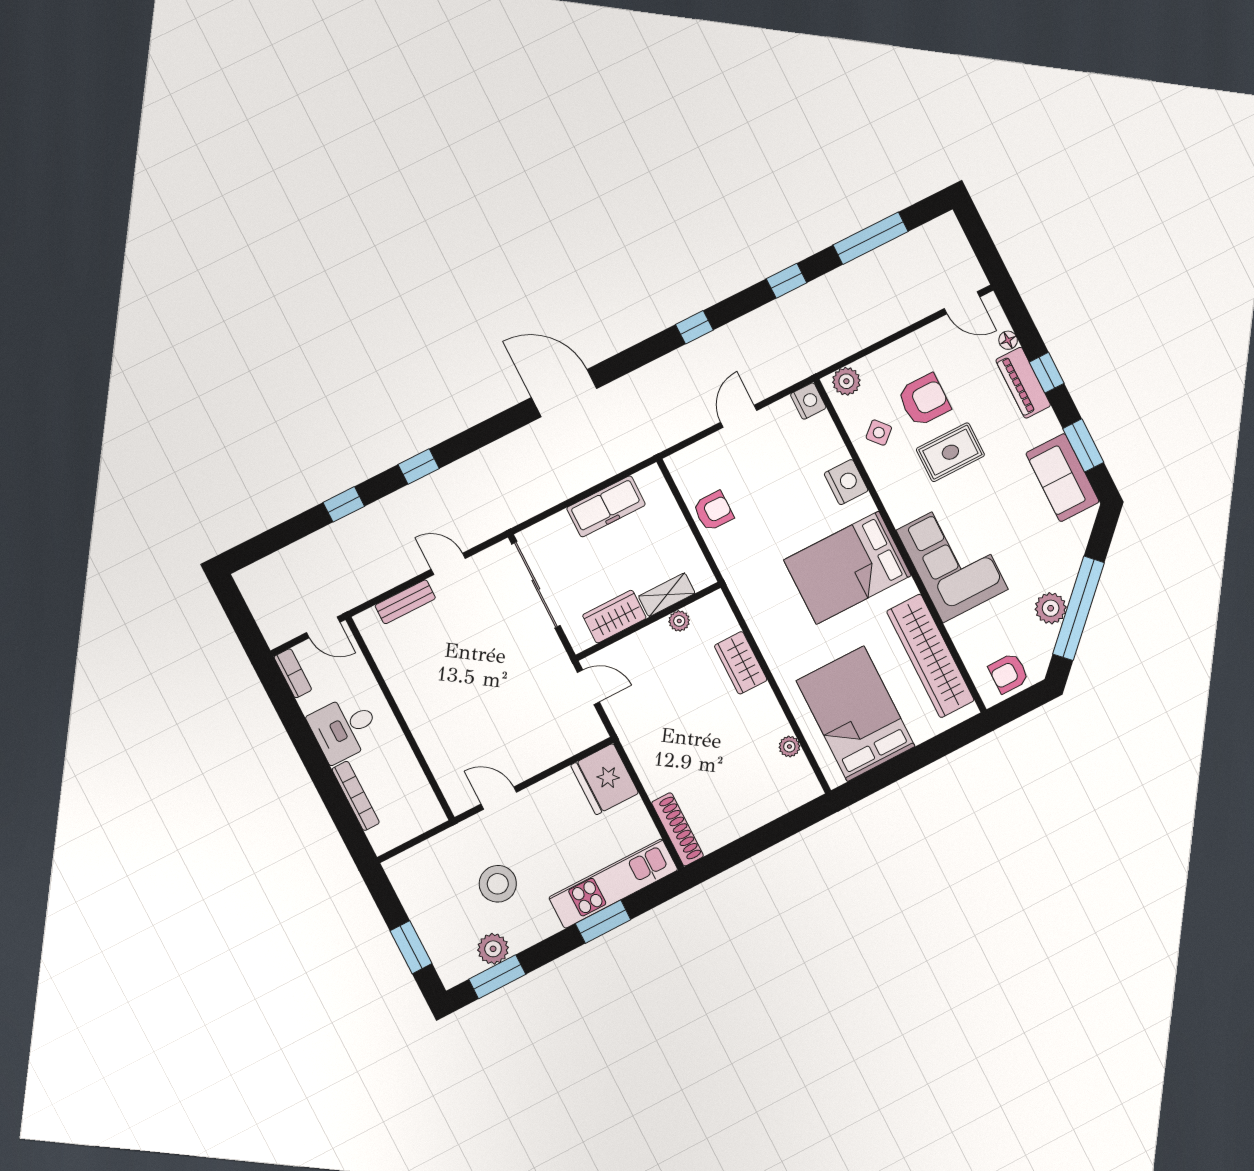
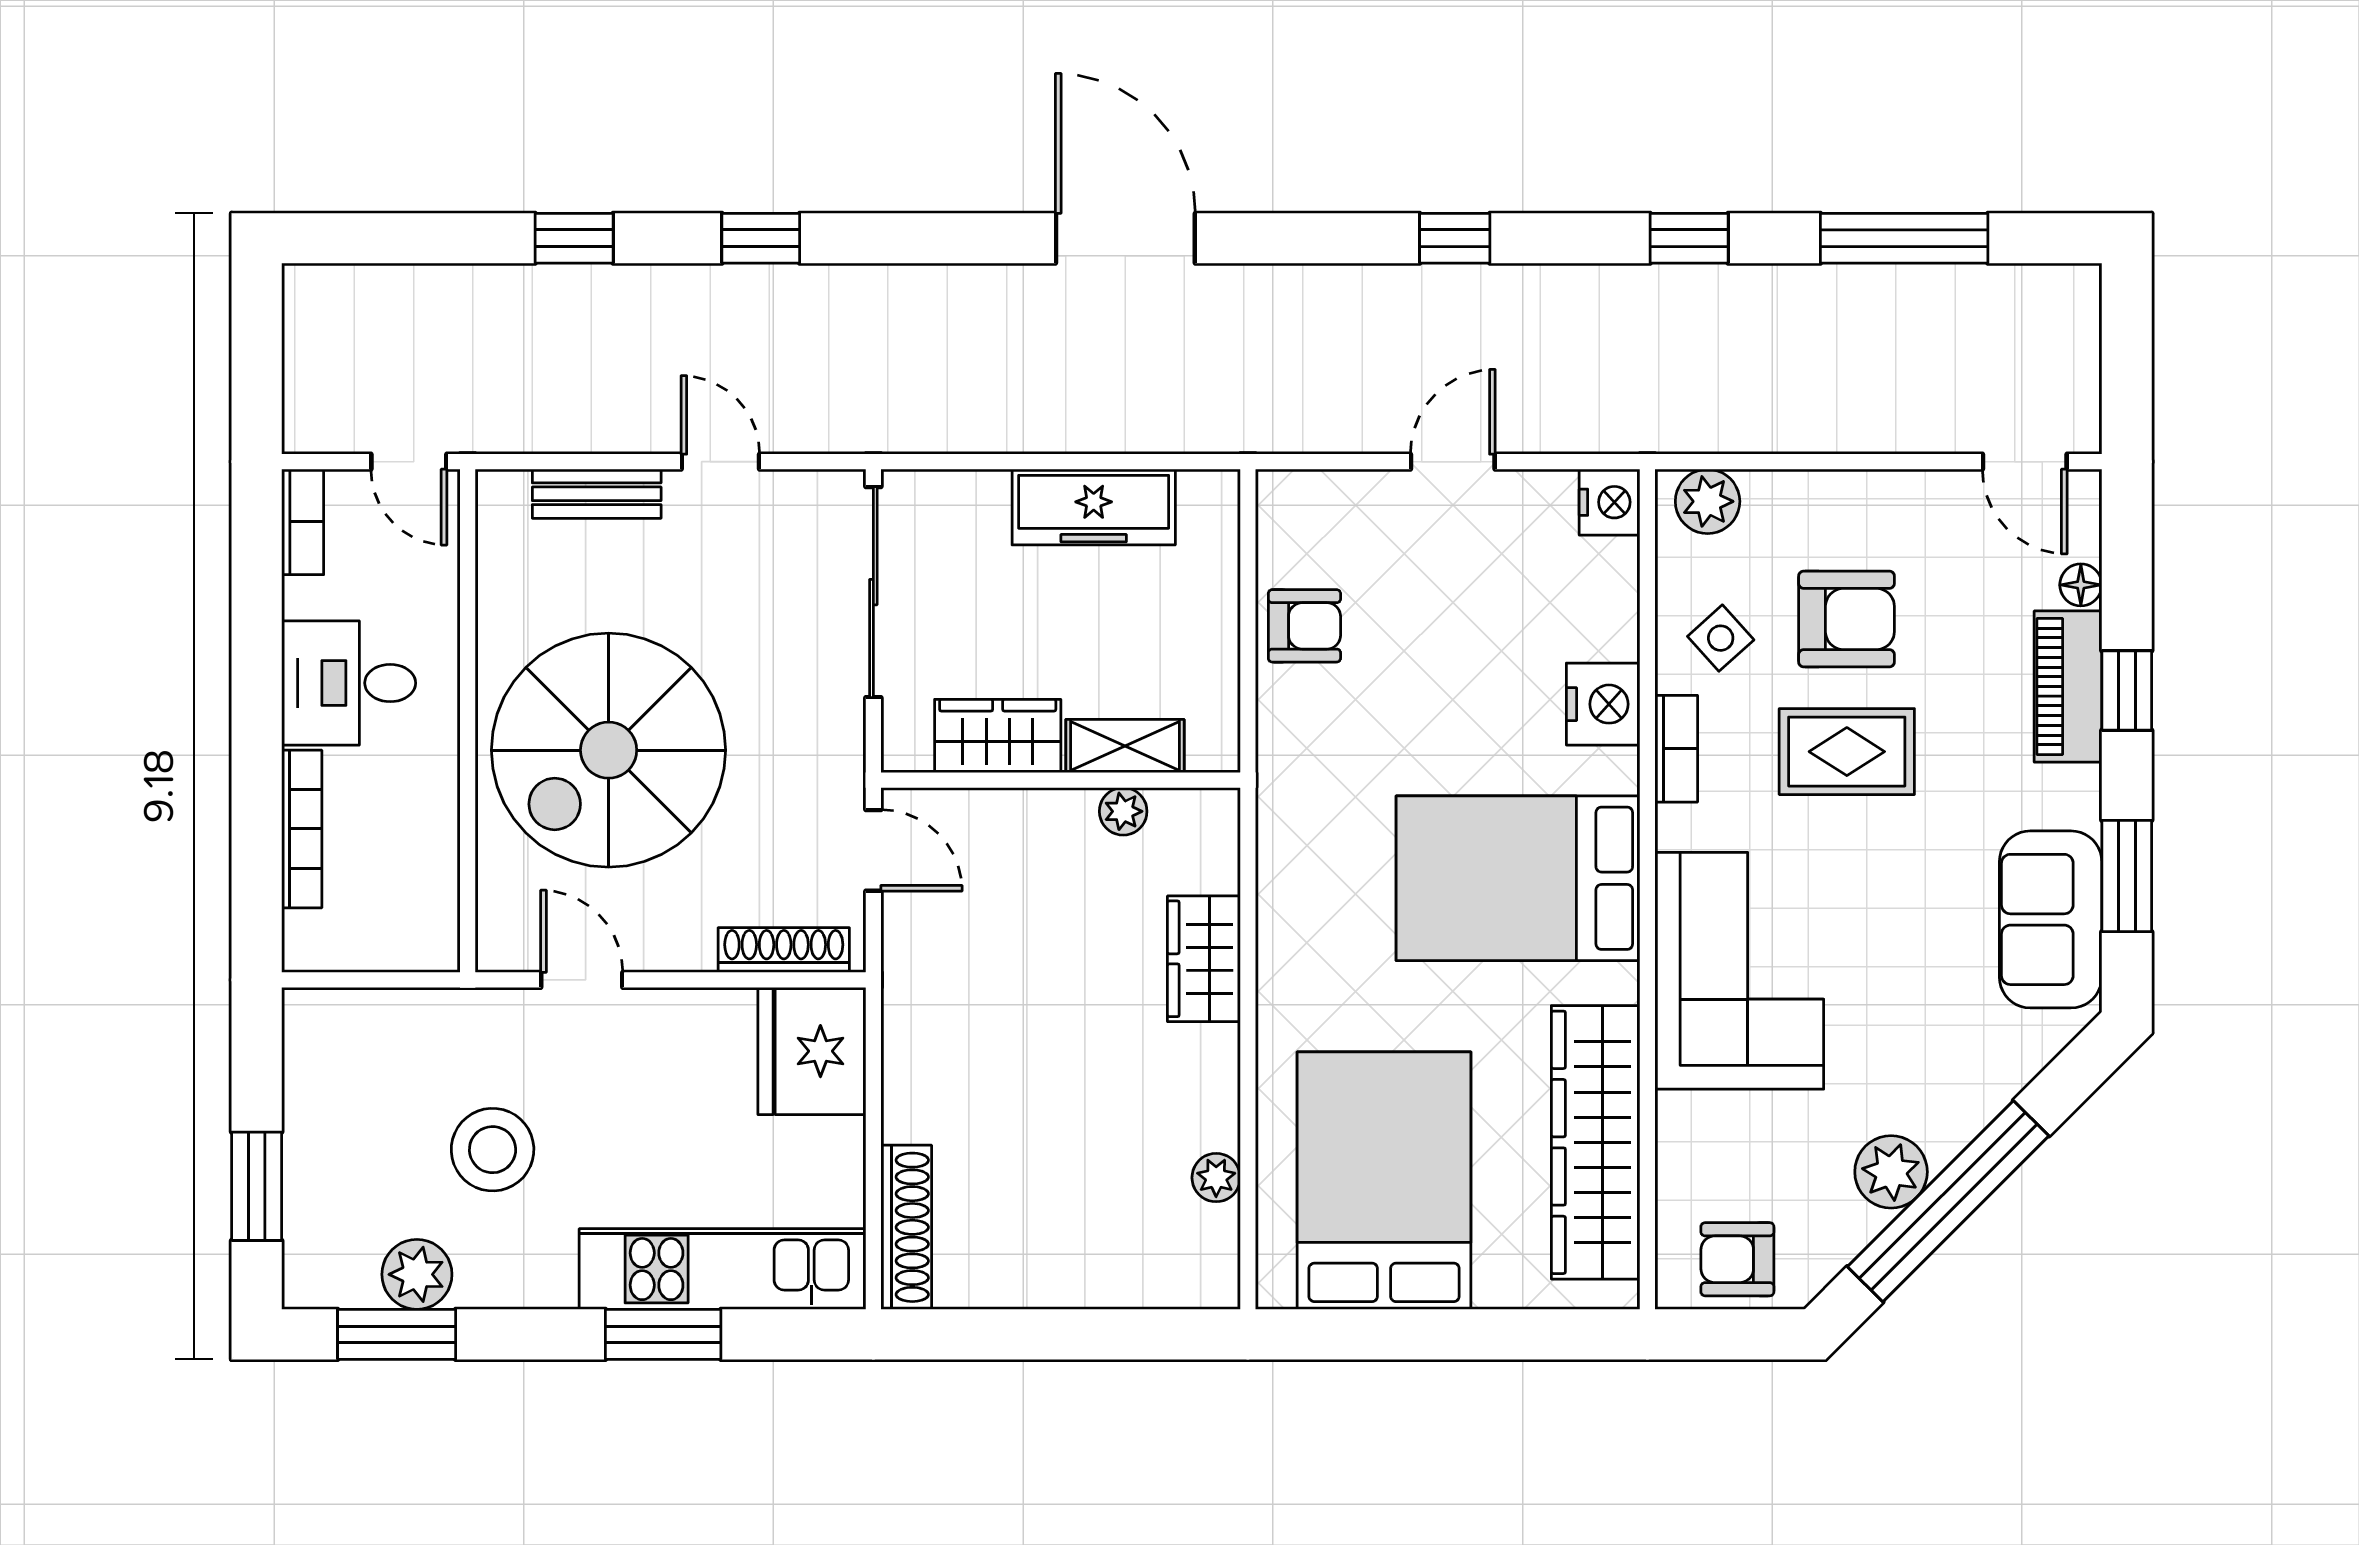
bookcase: (883, 485) -> (1676, 749), added
spiral stairs: (463, 701) -> (609, 750), added
shoe rack: (573, 745) -> (784, 950), added

